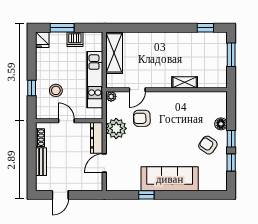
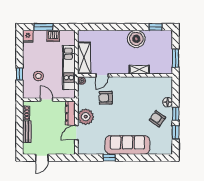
boiler: (181, 43) -> (136, 39), added
shelving: (114, 53) -> (84, 58), moved
window: (231, 55) -> (176, 58), moved
plant: (116, 128) -> (86, 117), moved

